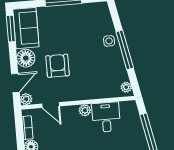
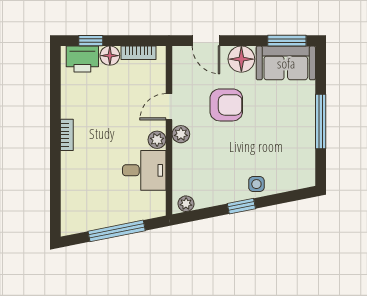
window: (125, 50) -> (241, 206), width x0.46
plant: (26, 99) -> (181, 134), moved
door: (51, 105) -> (169, 107), moved

